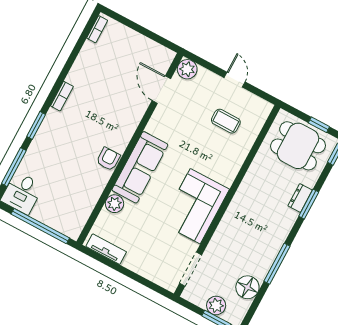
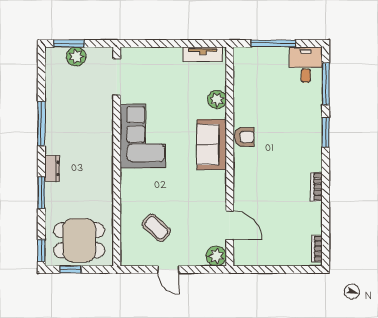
bookcase: (62, 96) -> (316, 187), moved
coffee table: (226, 121) -> (156, 228), turned 43
armchair: (108, 159) -> (244, 137), turned -90
sofa: (140, 167) -> (212, 145), width x0.73
dresser: (300, 198) -> (52, 168), moved
window: (40, 226) -> (273, 43), width x0.68
floor lamp: (247, 287) -> (57, 88), removed

